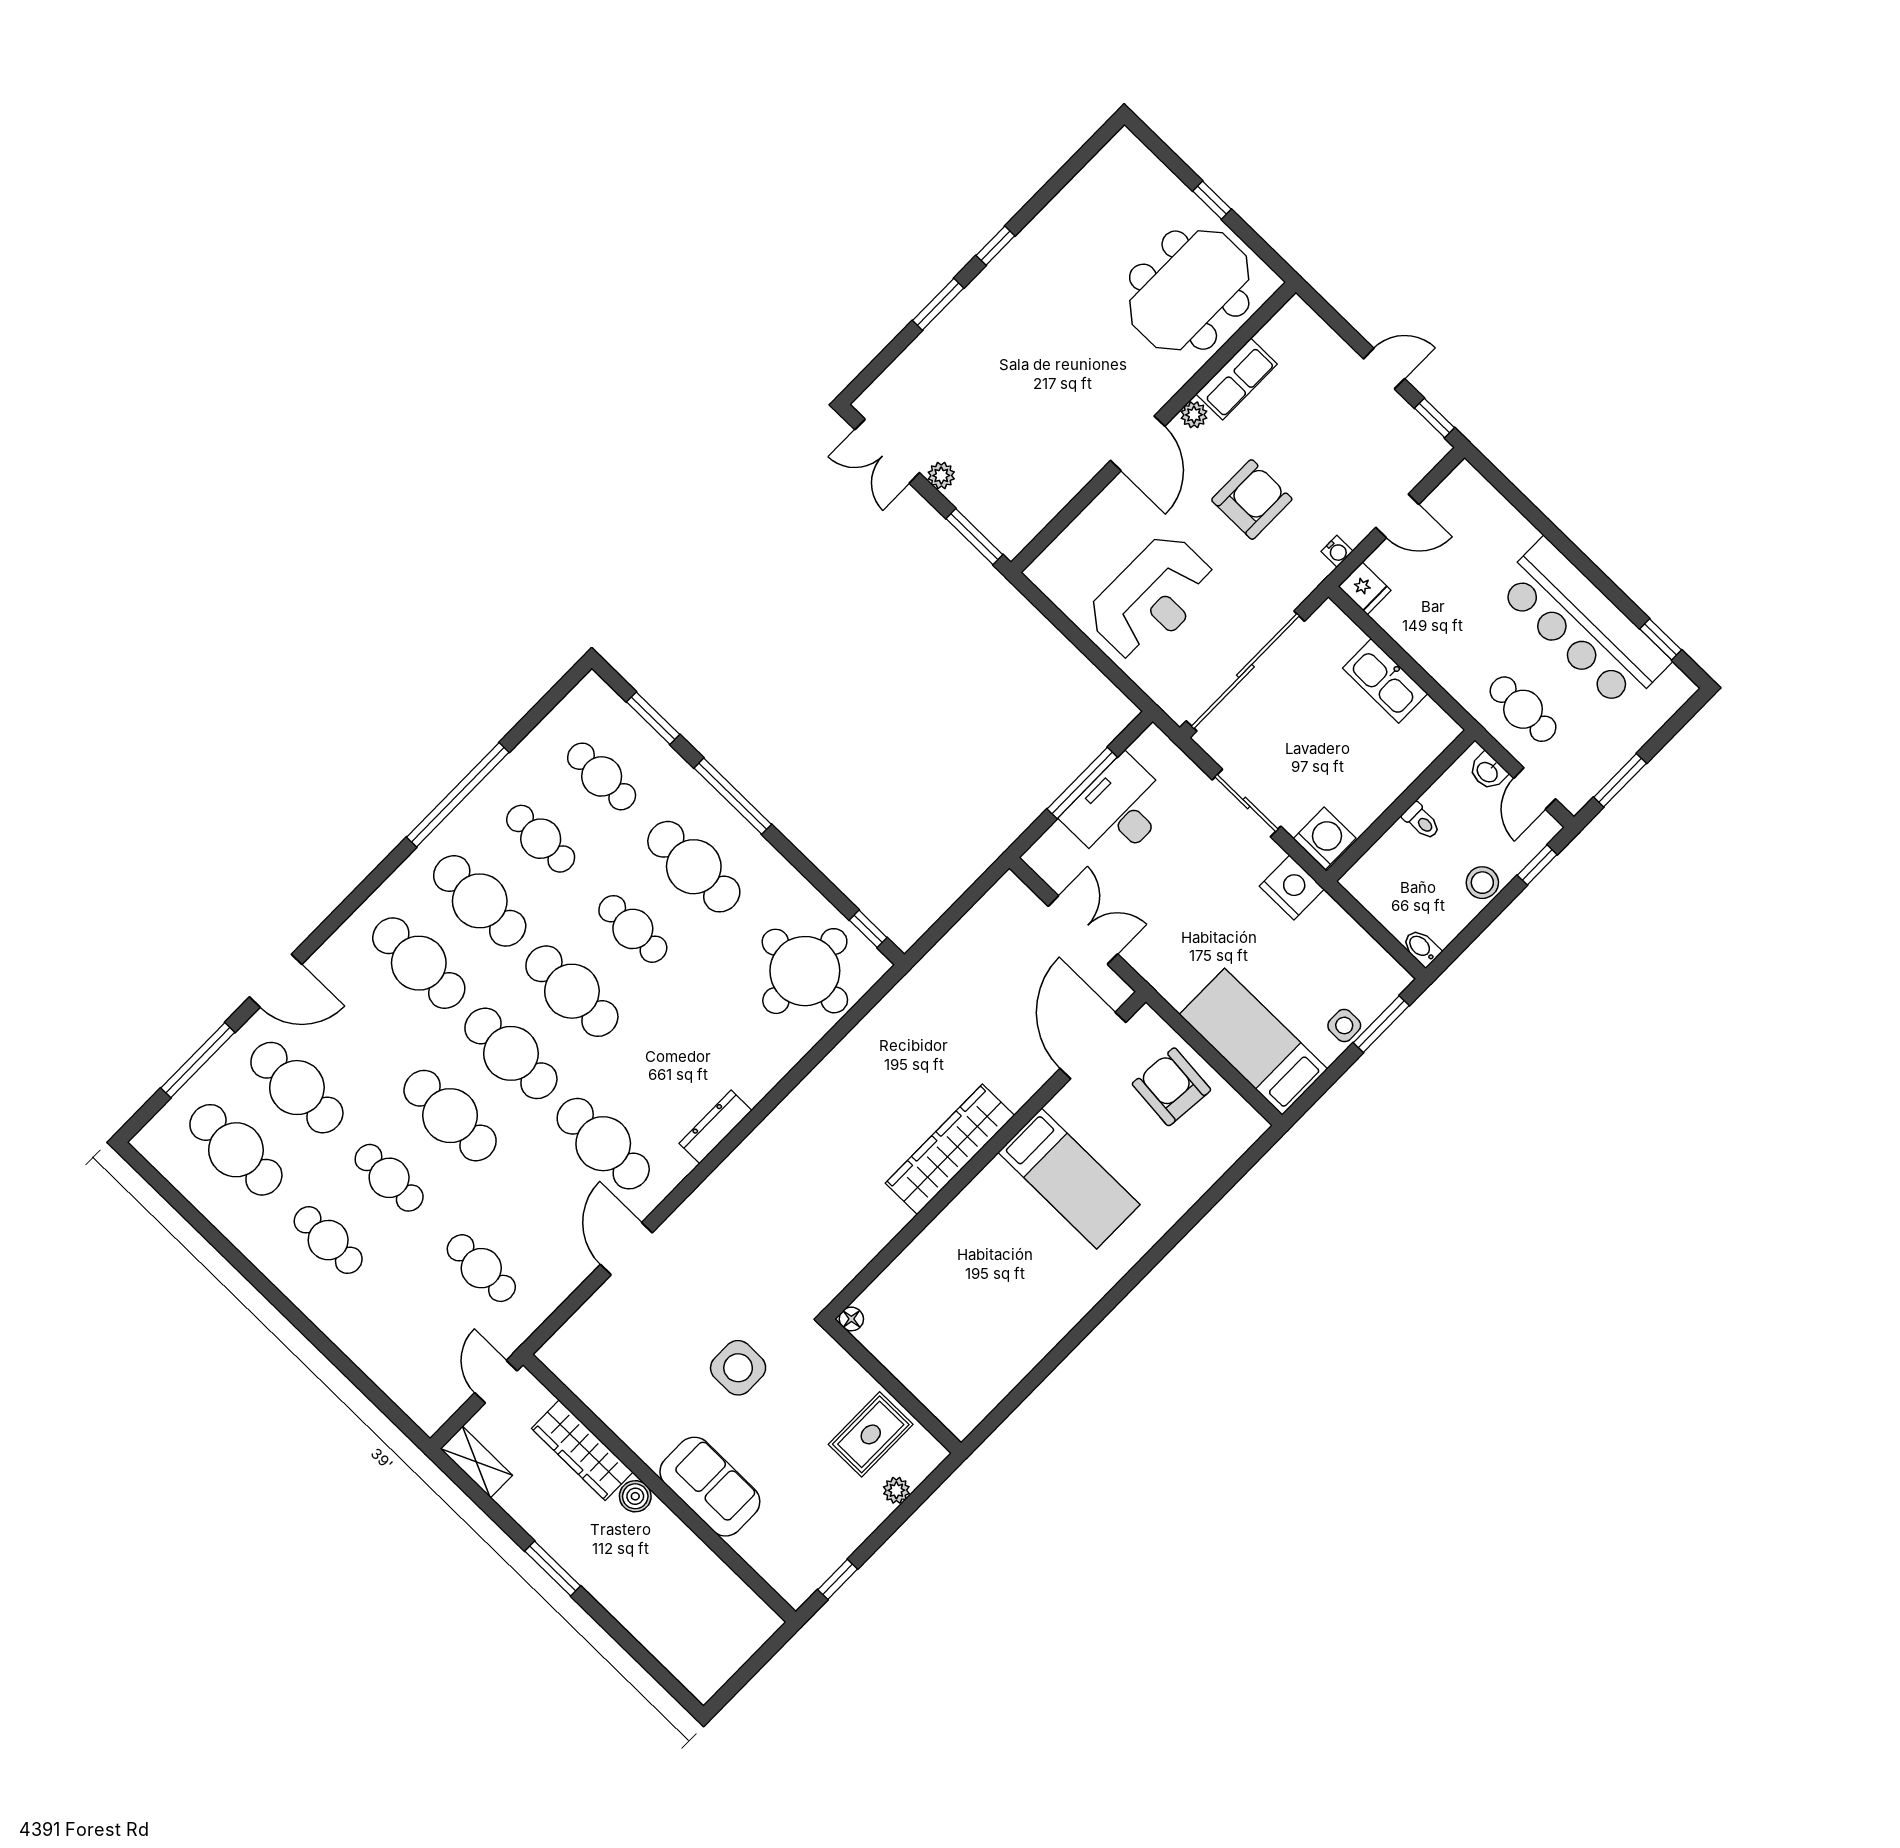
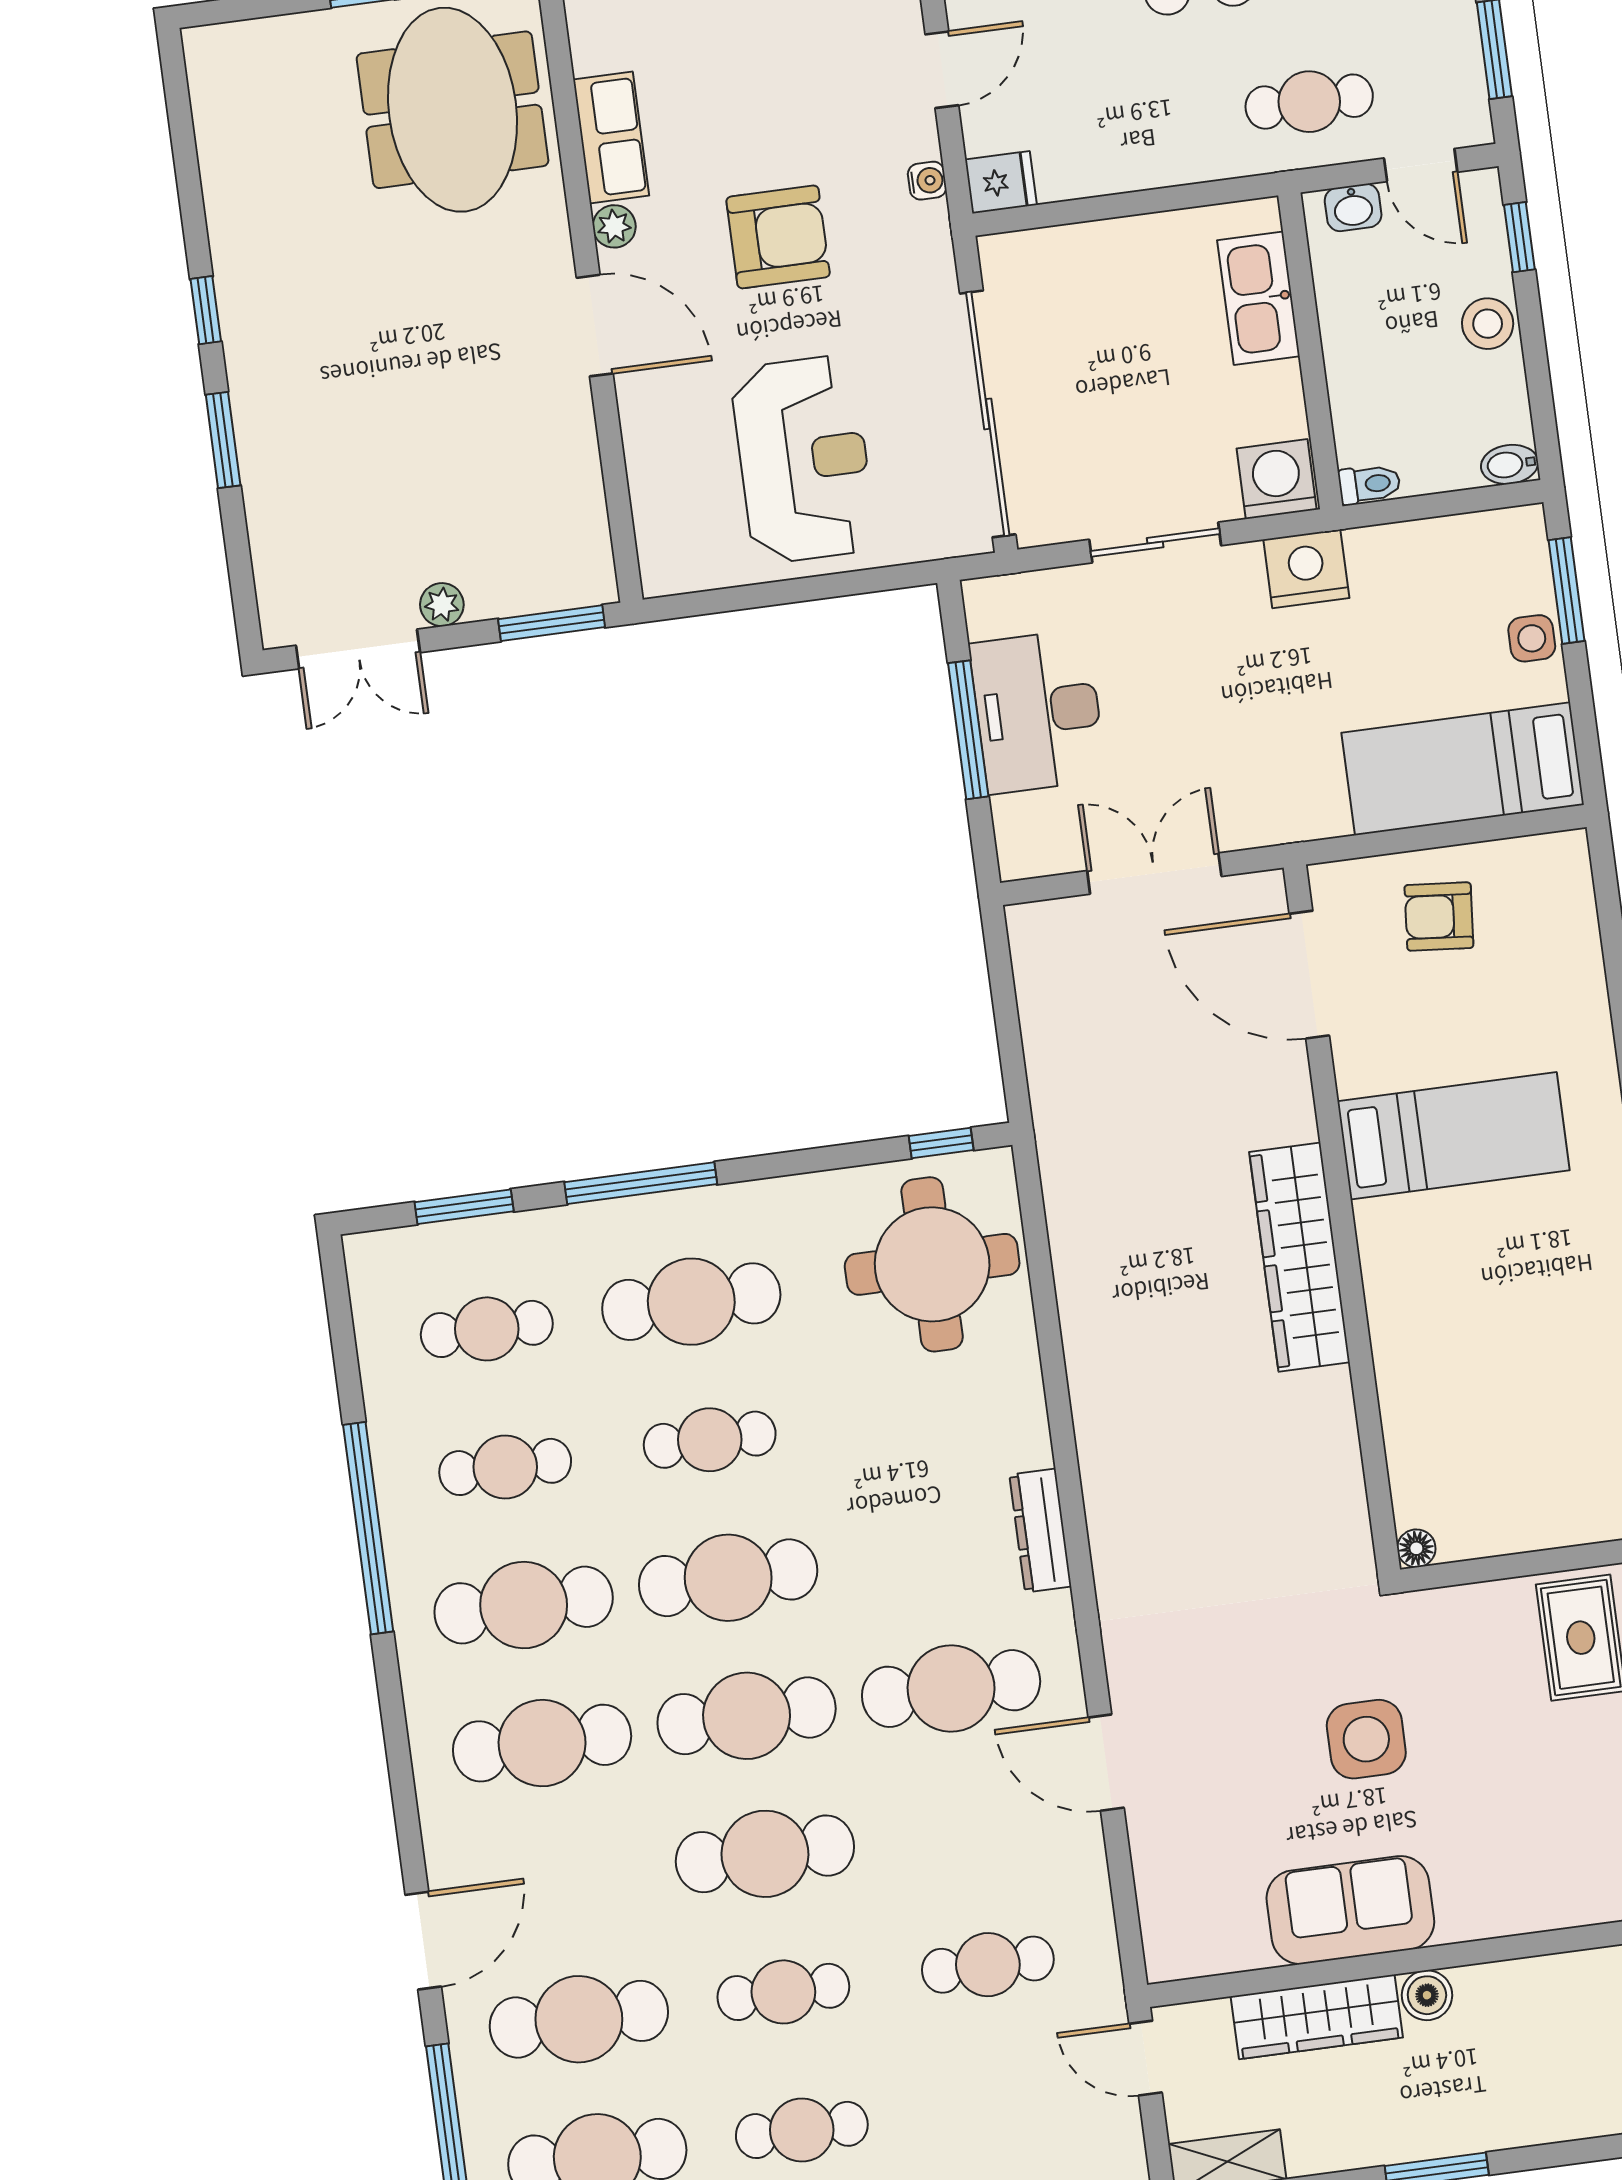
armchair: (1252, 500) -> (778, 237), turned 90
kitchen sink: (1385, 681) -> (1258, 298), moved, turned 90
toilet: (1421, 821) -> (1369, 484), moved
armchair: (1171, 1087) -> (1439, 916), width x0.72, depth x0.72
sofa: (710, 1487) -> (1350, 1910), moved

